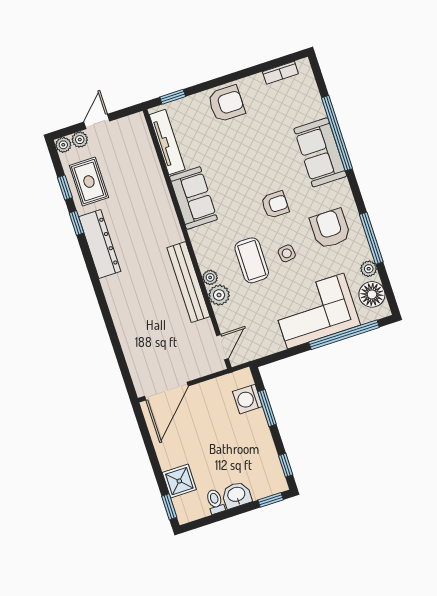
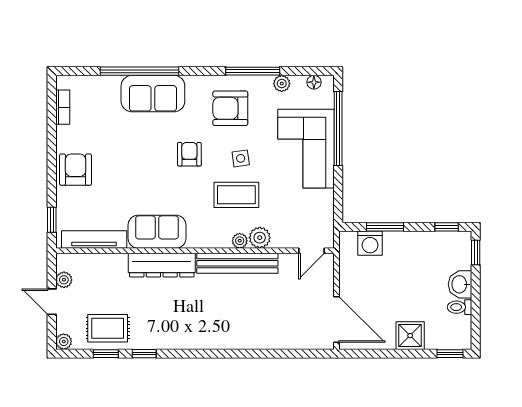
plant: (80, 140) -> (64, 280), moved
dresser: (100, 244) -> (162, 265), moved, turned 180
floor lamp: (372, 294) -> (314, 82), width x0.53, depth x0.53
door: (223, 347) -> (311, 251), swing flipped
shower: (179, 481) -> (410, 336), moved

